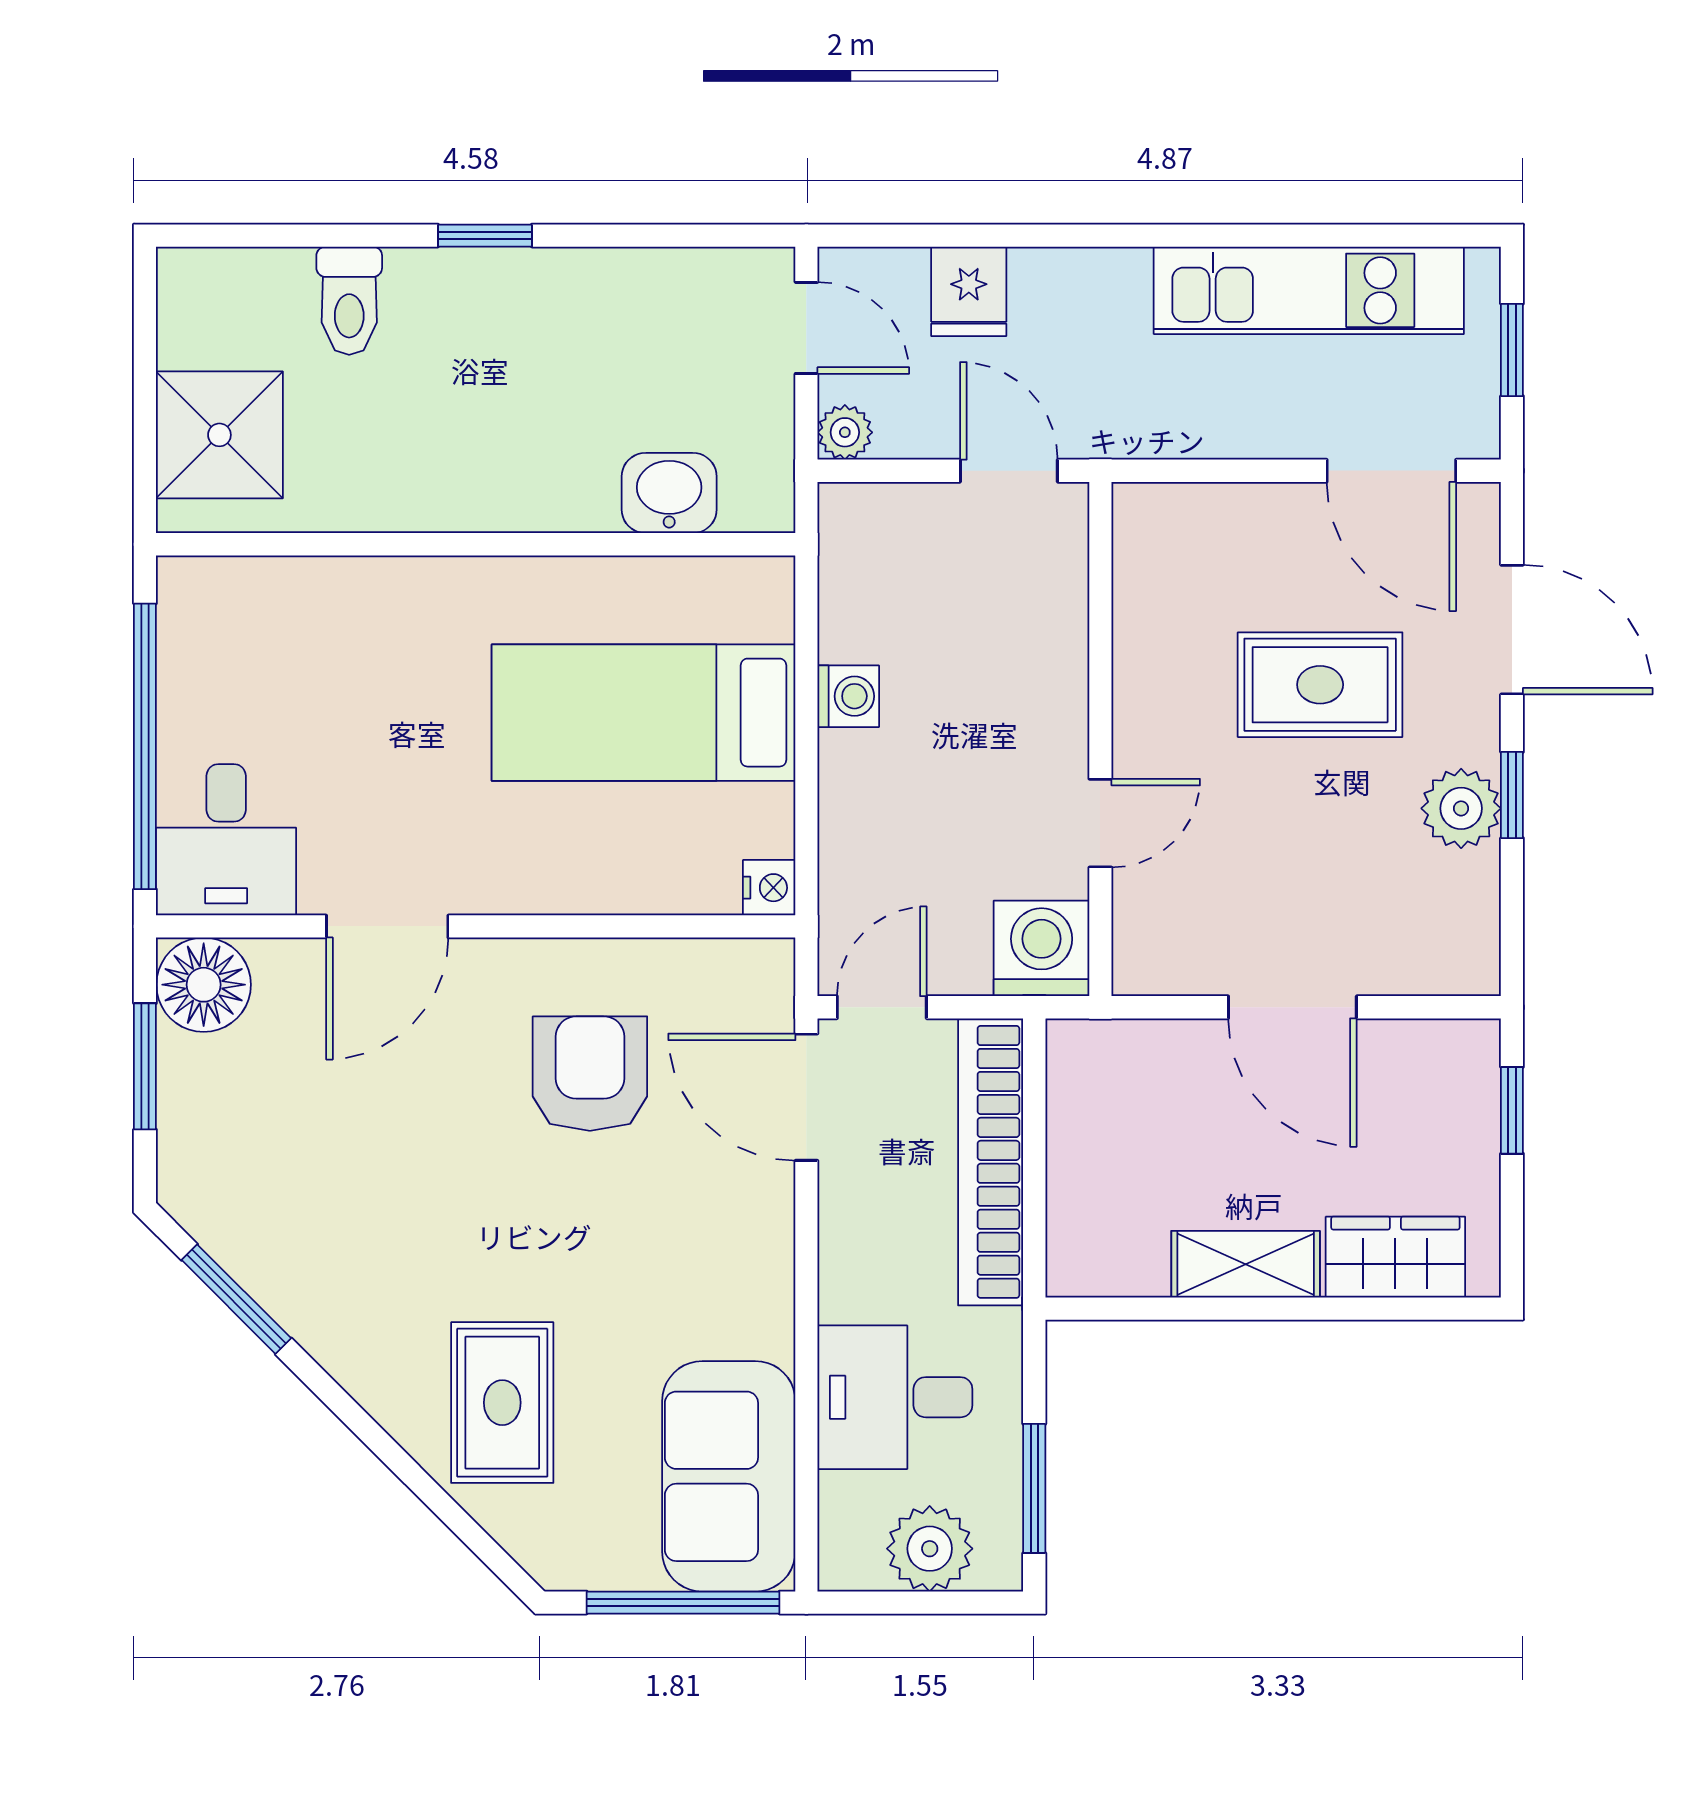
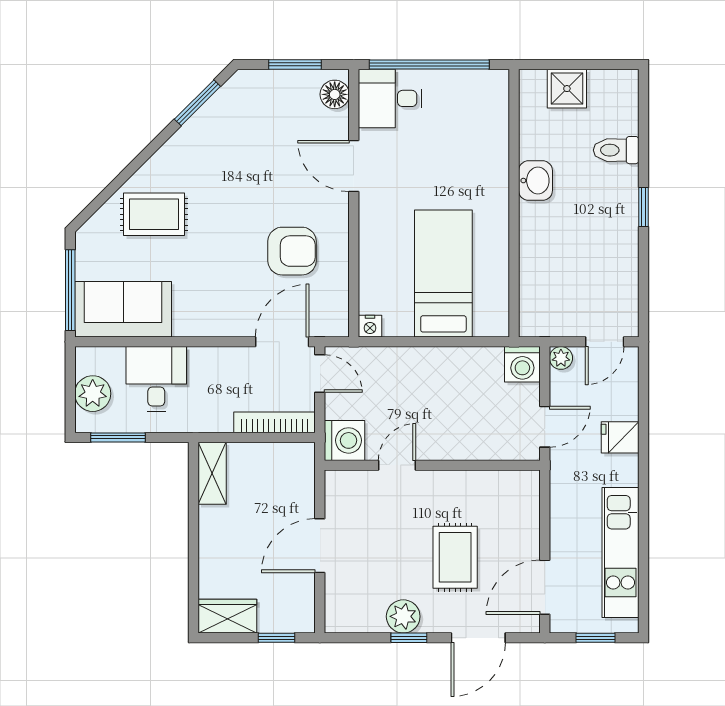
fridge: (969, 291) -> (620, 437), moved
shower: (219, 435) -> (567, 89), width x0.73, depth x0.73
washbasin: (669, 493) -> (535, 181), moved
washing machine: (848, 696) -> (522, 364), moved, width x1.38, depth x1.38
door: (1100, 823) -> (397, 465), swing flipped
floor lamp: (204, 985) -> (335, 94), width x0.73, depth x0.73
bookcase: (991, 1162) -> (274, 422), width x0.68, depth x0.76
wardrobe: (1395, 1257) -> (227, 616), moved, turned -90
shelving: (1246, 1264) -> (212, 473), moved

